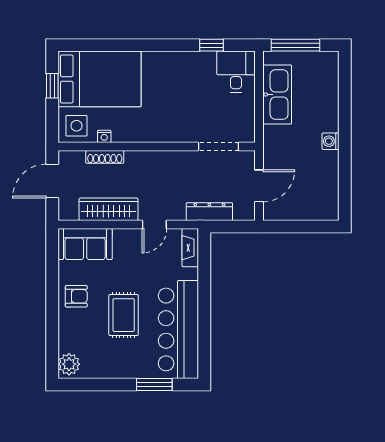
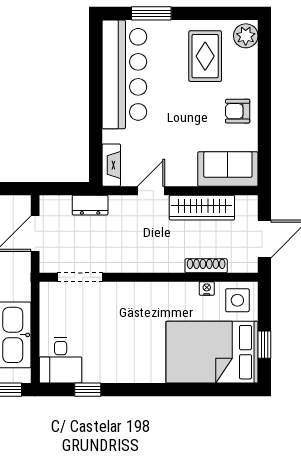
dresser: (209, 212) -> (90, 205), width x0.70
rug: (124, 315) -> (205, 56), moved

